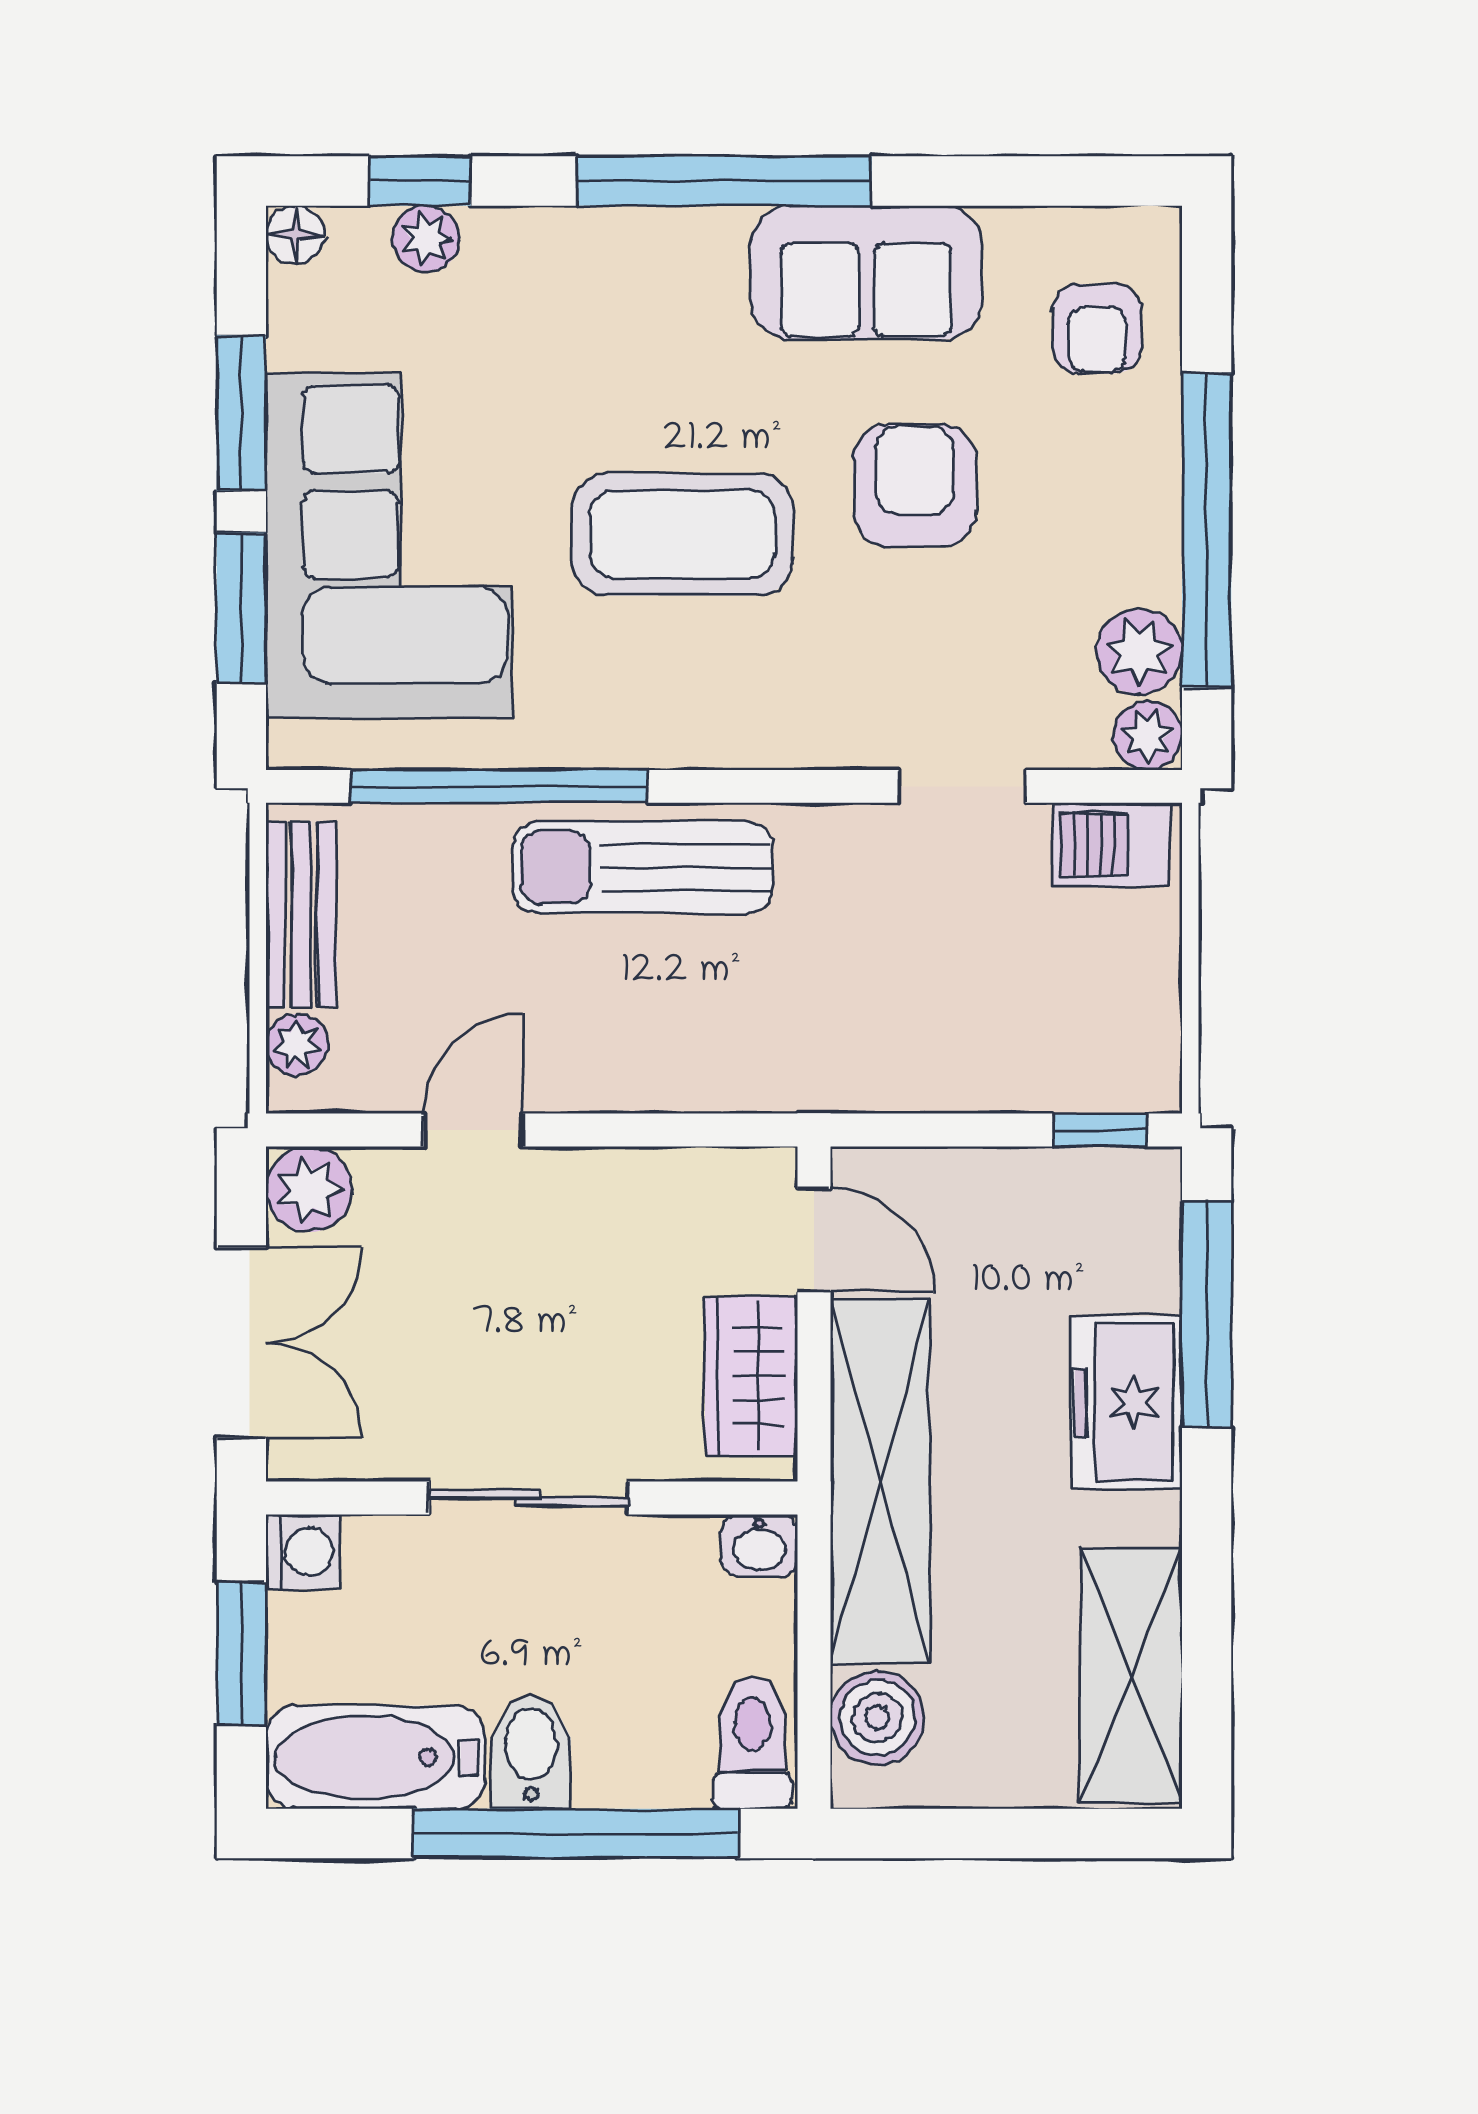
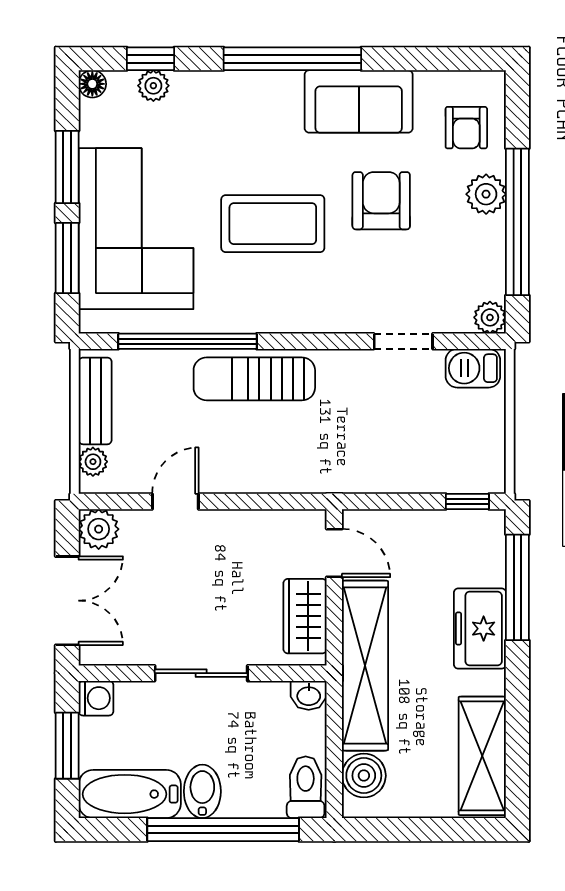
plant: (1139, 652) -> (486, 194), moved

